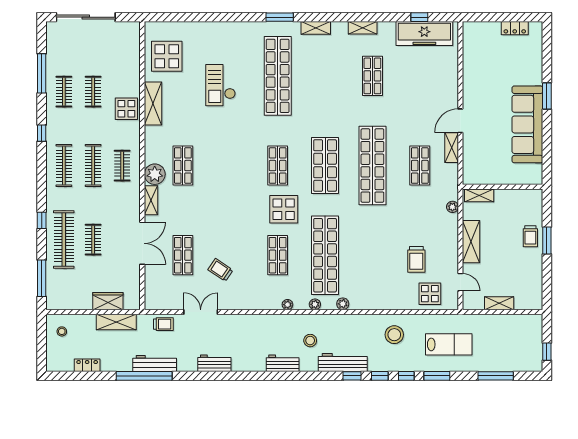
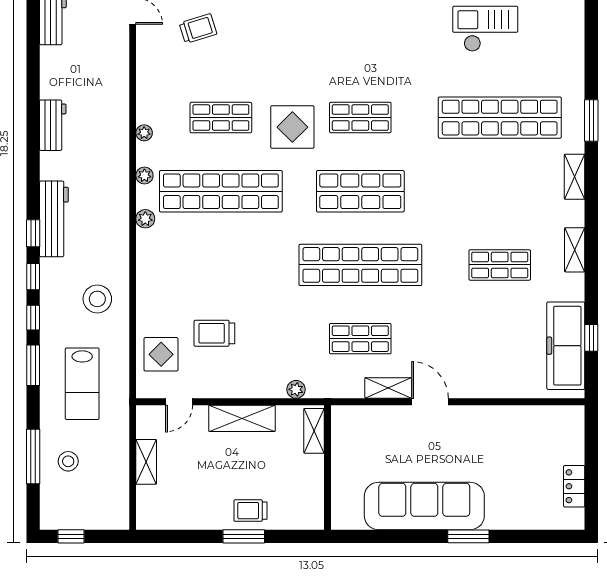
trolley: (220, 270) -> (198, 29), turned 39
stool: (310, 341) -> (68, 461), moved

